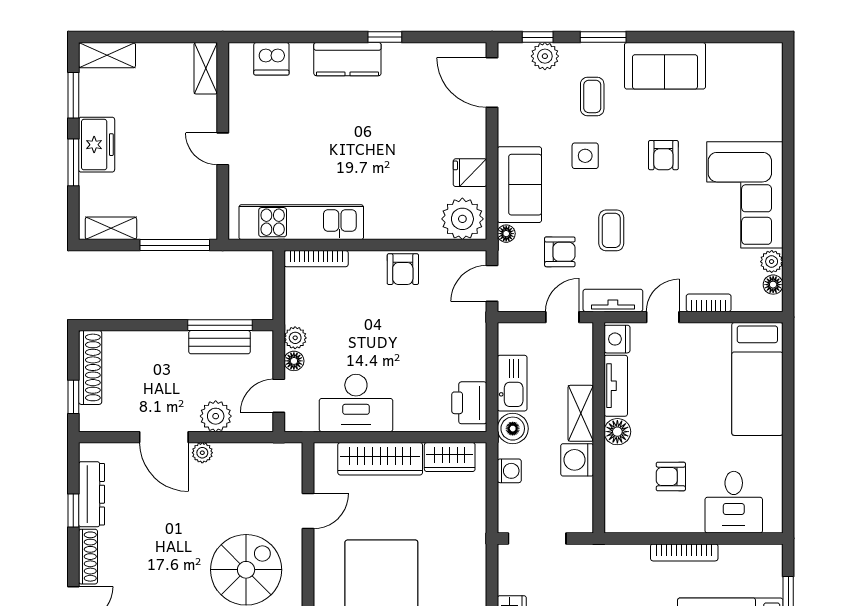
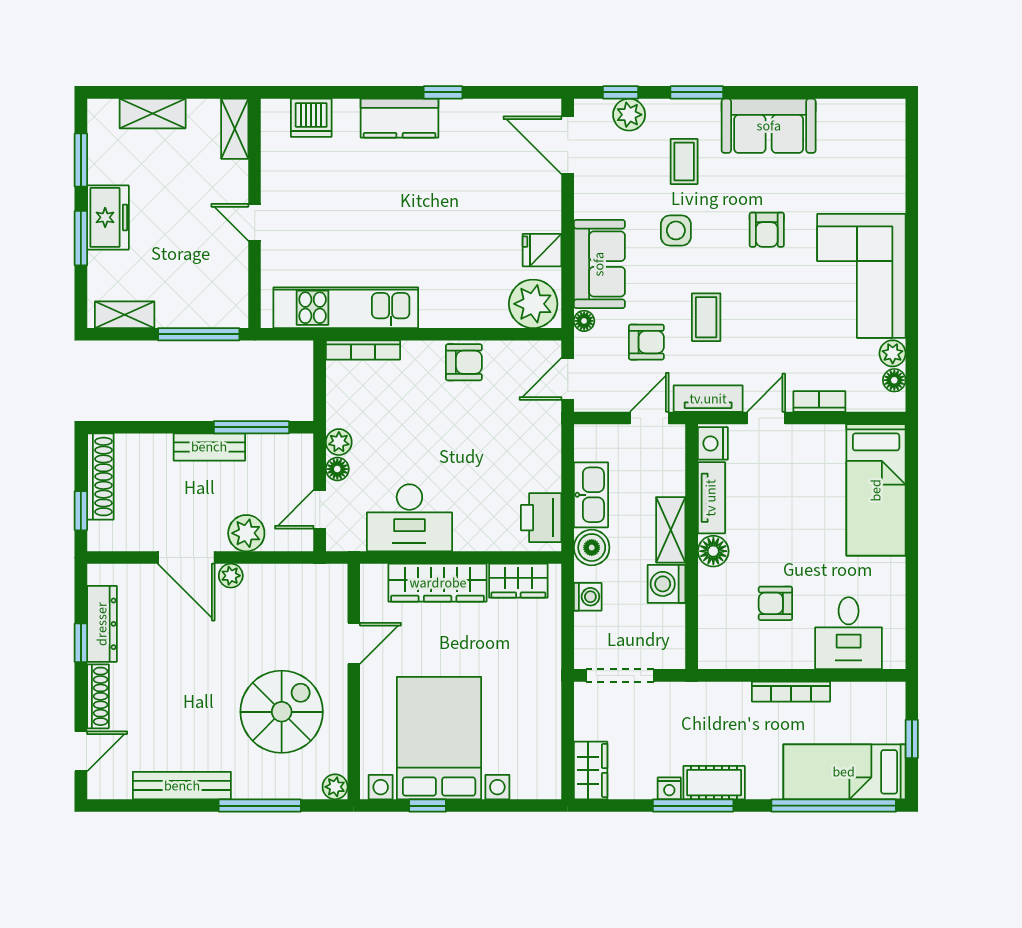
shelving: (107, 55) -> (153, 113), moved
armchair: (403, 269) -> (464, 362), turned -90
bench: (219, 342) -> (209, 447), moved

